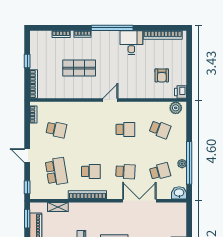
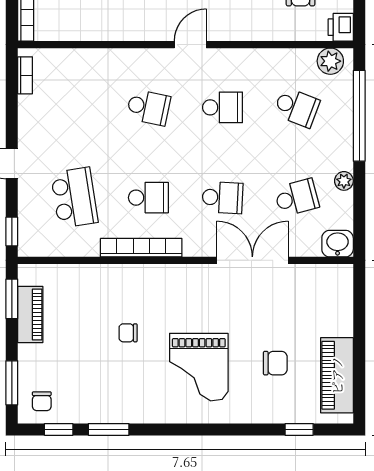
school desk: (56, 129) -> (148, 107), moved
window: (189, 163) -> (359, 116), moved
shelving: (58, 207) -> (78, 274), removed

